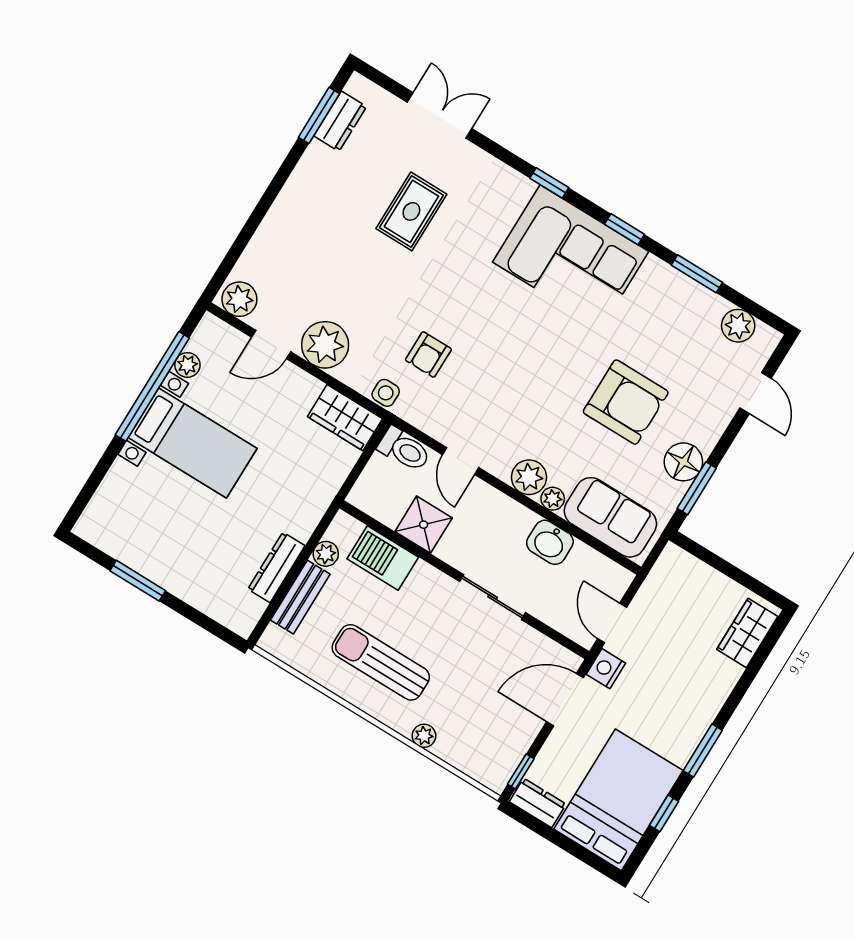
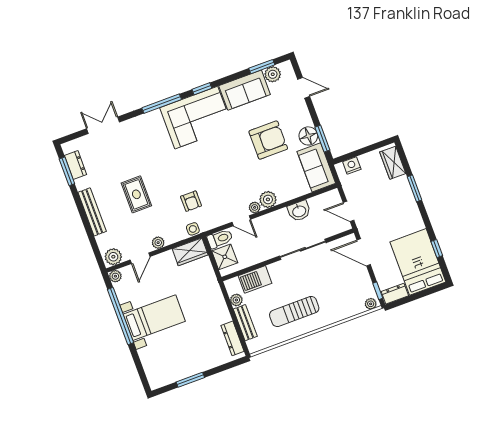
window: (549, 183) -> (162, 104), width x2.17
bench: (285, 208) -> (92, 212), added
rug: (411, 211) -> (136, 194), moved
window: (697, 274) -> (262, 67), moved
sofa: (677, 300) -> (245, 90), added
plant: (325, 345) -> (158, 243), width x0.53, depth x0.53
plant: (187, 365) -> (115, 276), moved
plant: (553, 499) -> (255, 207), moved
sofa: (610, 517) -> (316, 167), moved, turned -90
shower: (424, 525) -> (225, 257), moved
dresser: (276, 567) -> (233, 338), moved
sliding door: (492, 597) -> (303, 249), width x1.37
nightstand: (606, 669) -> (352, 165), moved, turned 90
door: (565, 700) -> (364, 252), hinge flipped
plant: (424, 736) -> (371, 304), moved
window: (703, 750) -> (414, 188), moved

